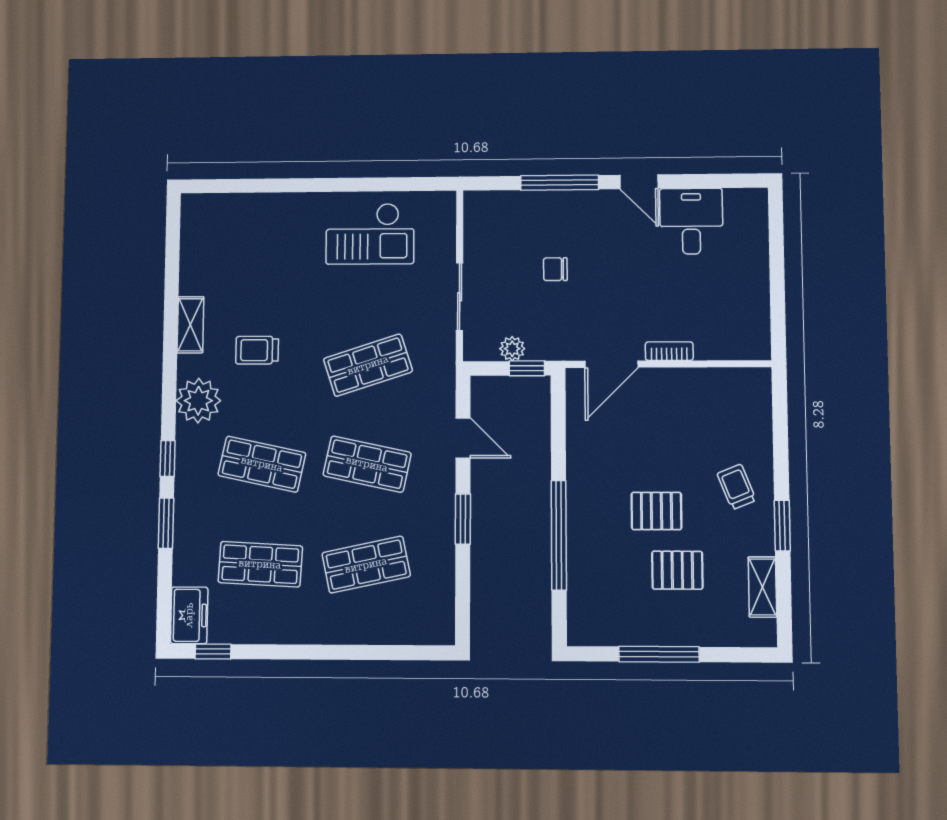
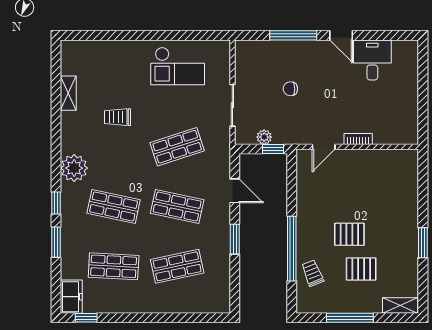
shelving: (190, 325) -> (68, 93), moved
trolley: (257, 350) -> (118, 117), moved
door: (611, 364) -> (324, 147), width x0.73
trolley: (737, 487) -> (313, 273), moved
shelving: (762, 587) -> (400, 306), moved, turned 90

